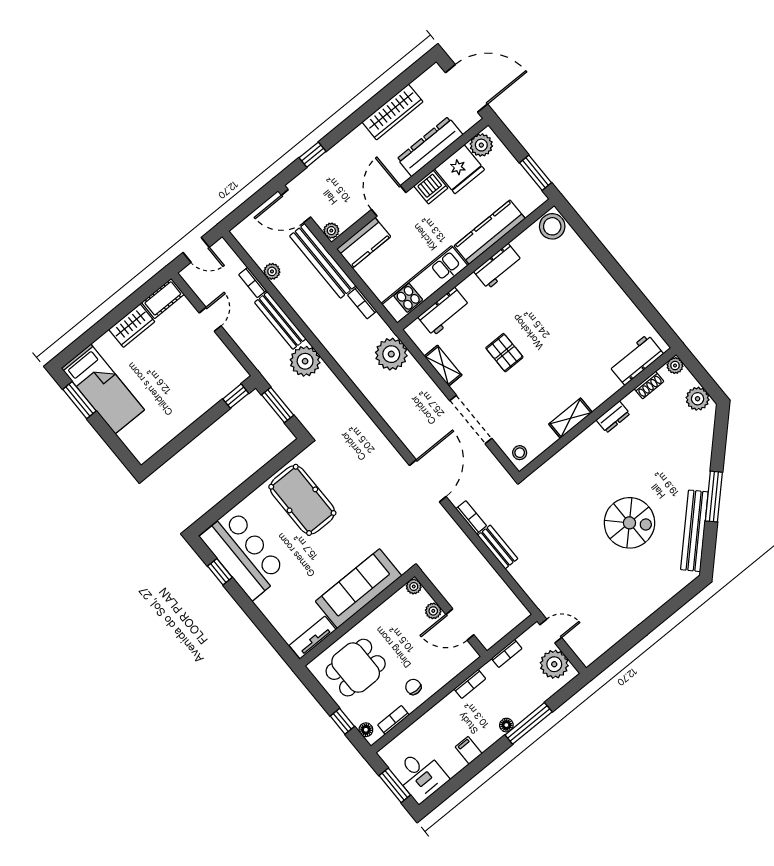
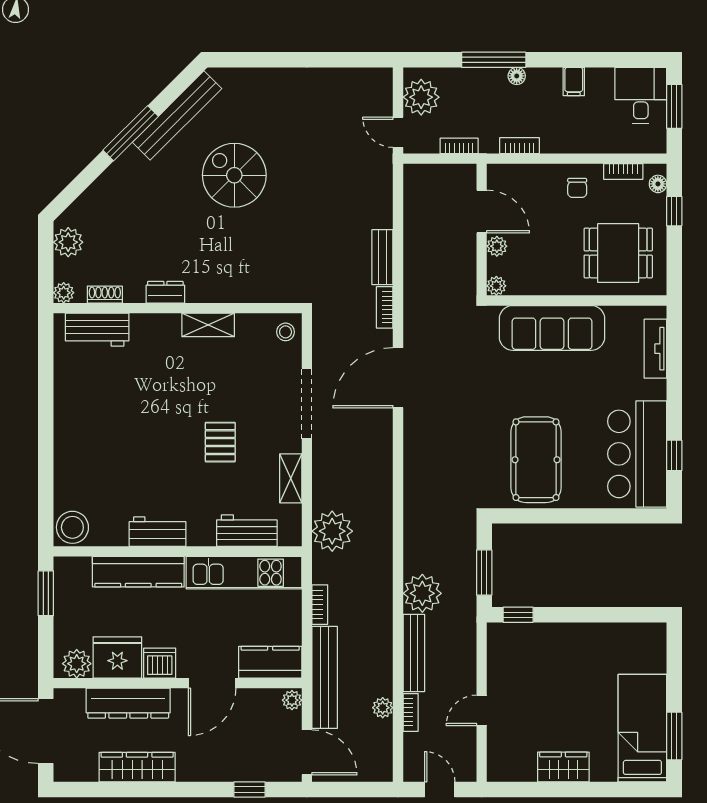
cot: (163, 298) -> (511, 769), removed
tv unit: (313, 638) -> (655, 349), moved, turned 90

